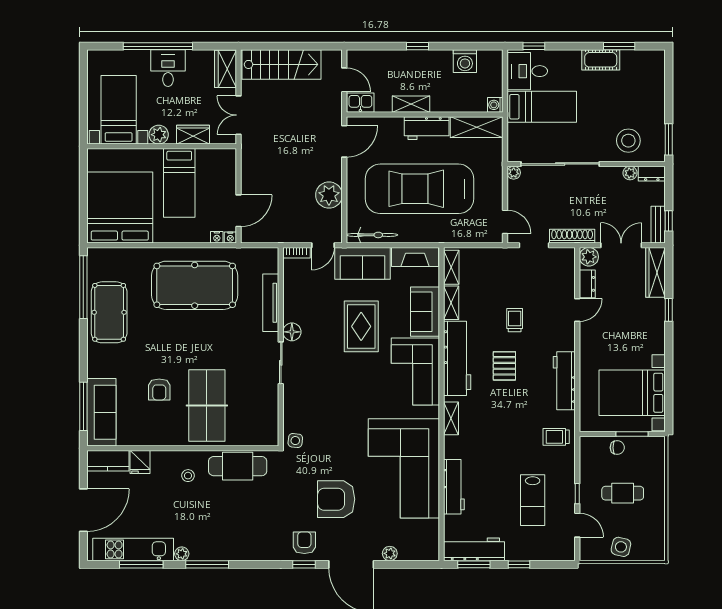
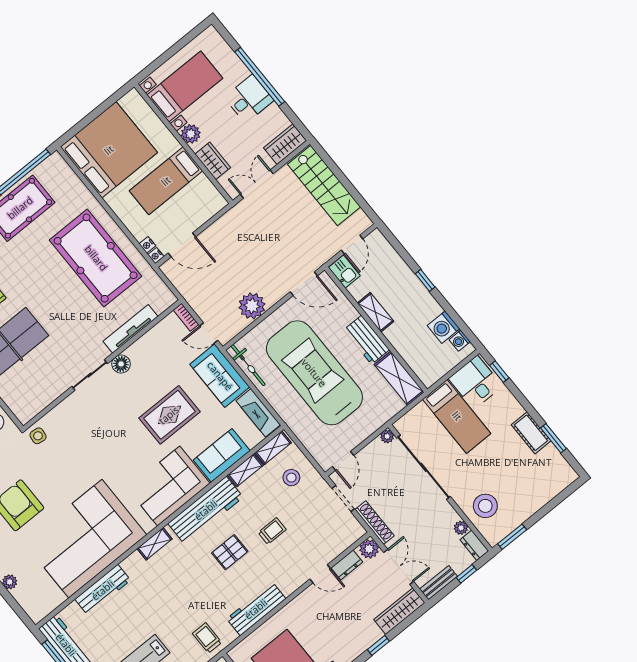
washing machine: (495, 105) -> (460, 341), moved, turned -90
window: (669, 221) -> (466, 574), moved
stool: (486, 272) -> (291, 478), added

